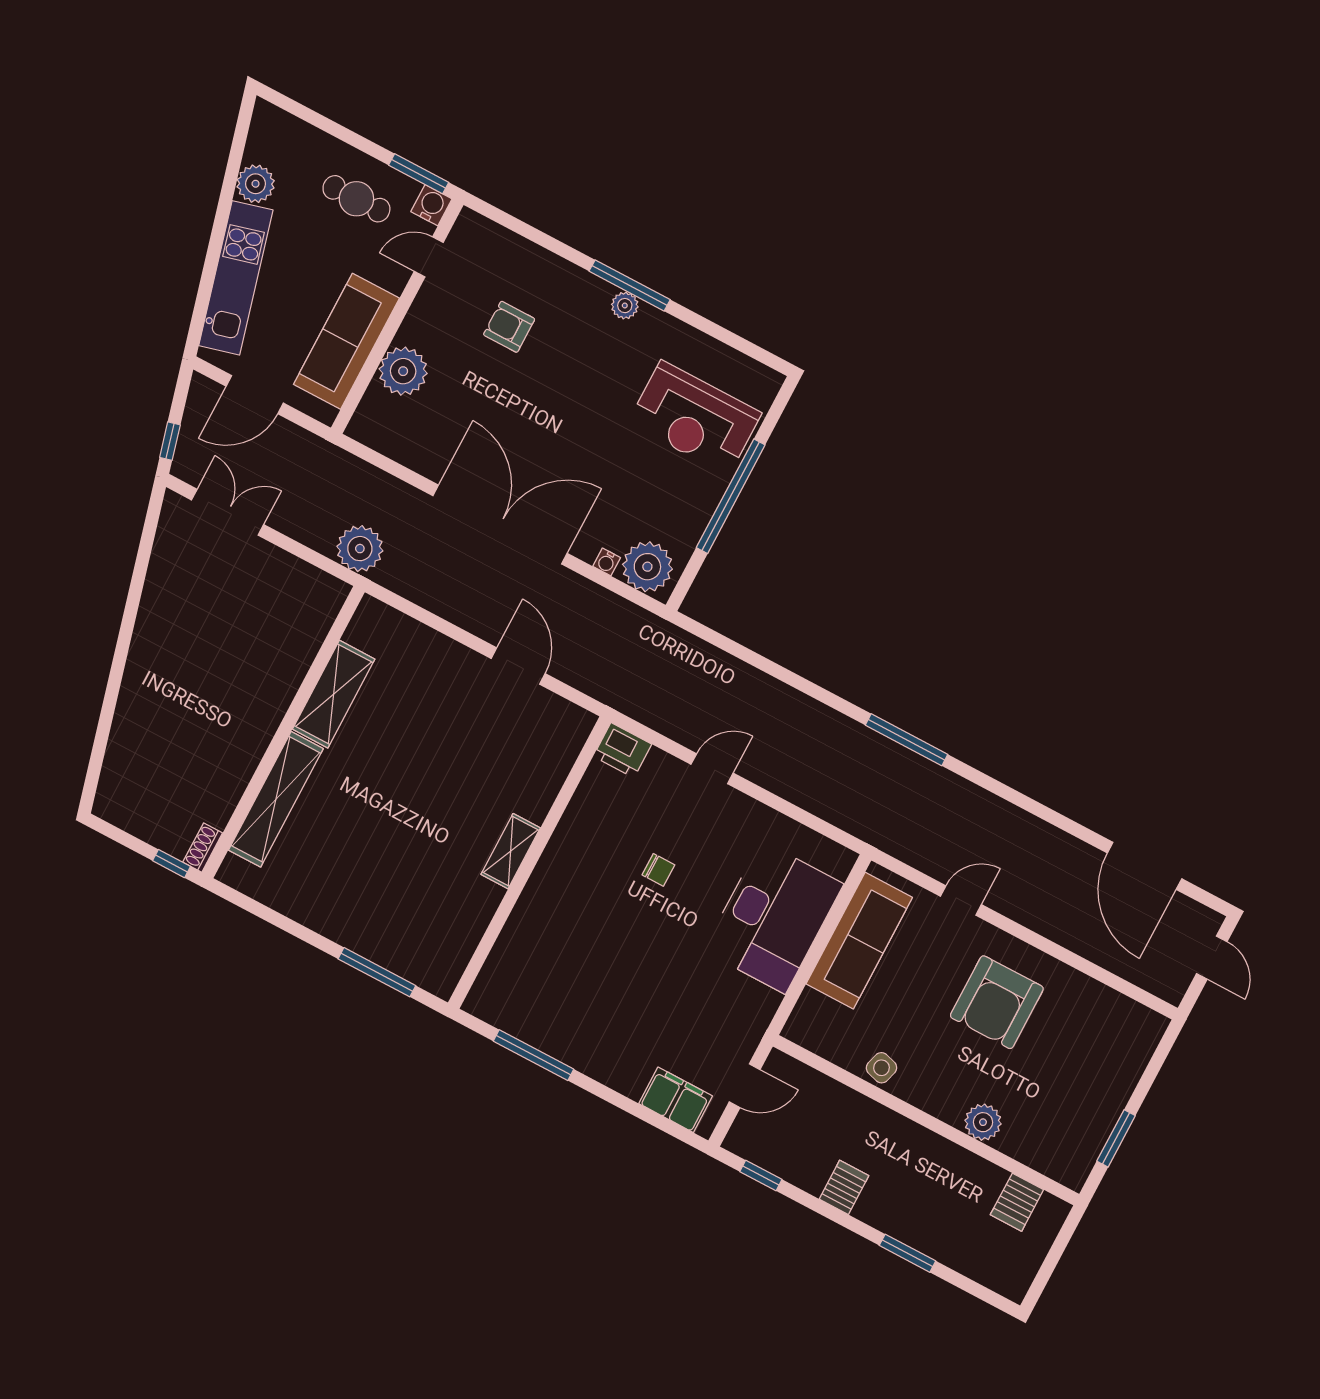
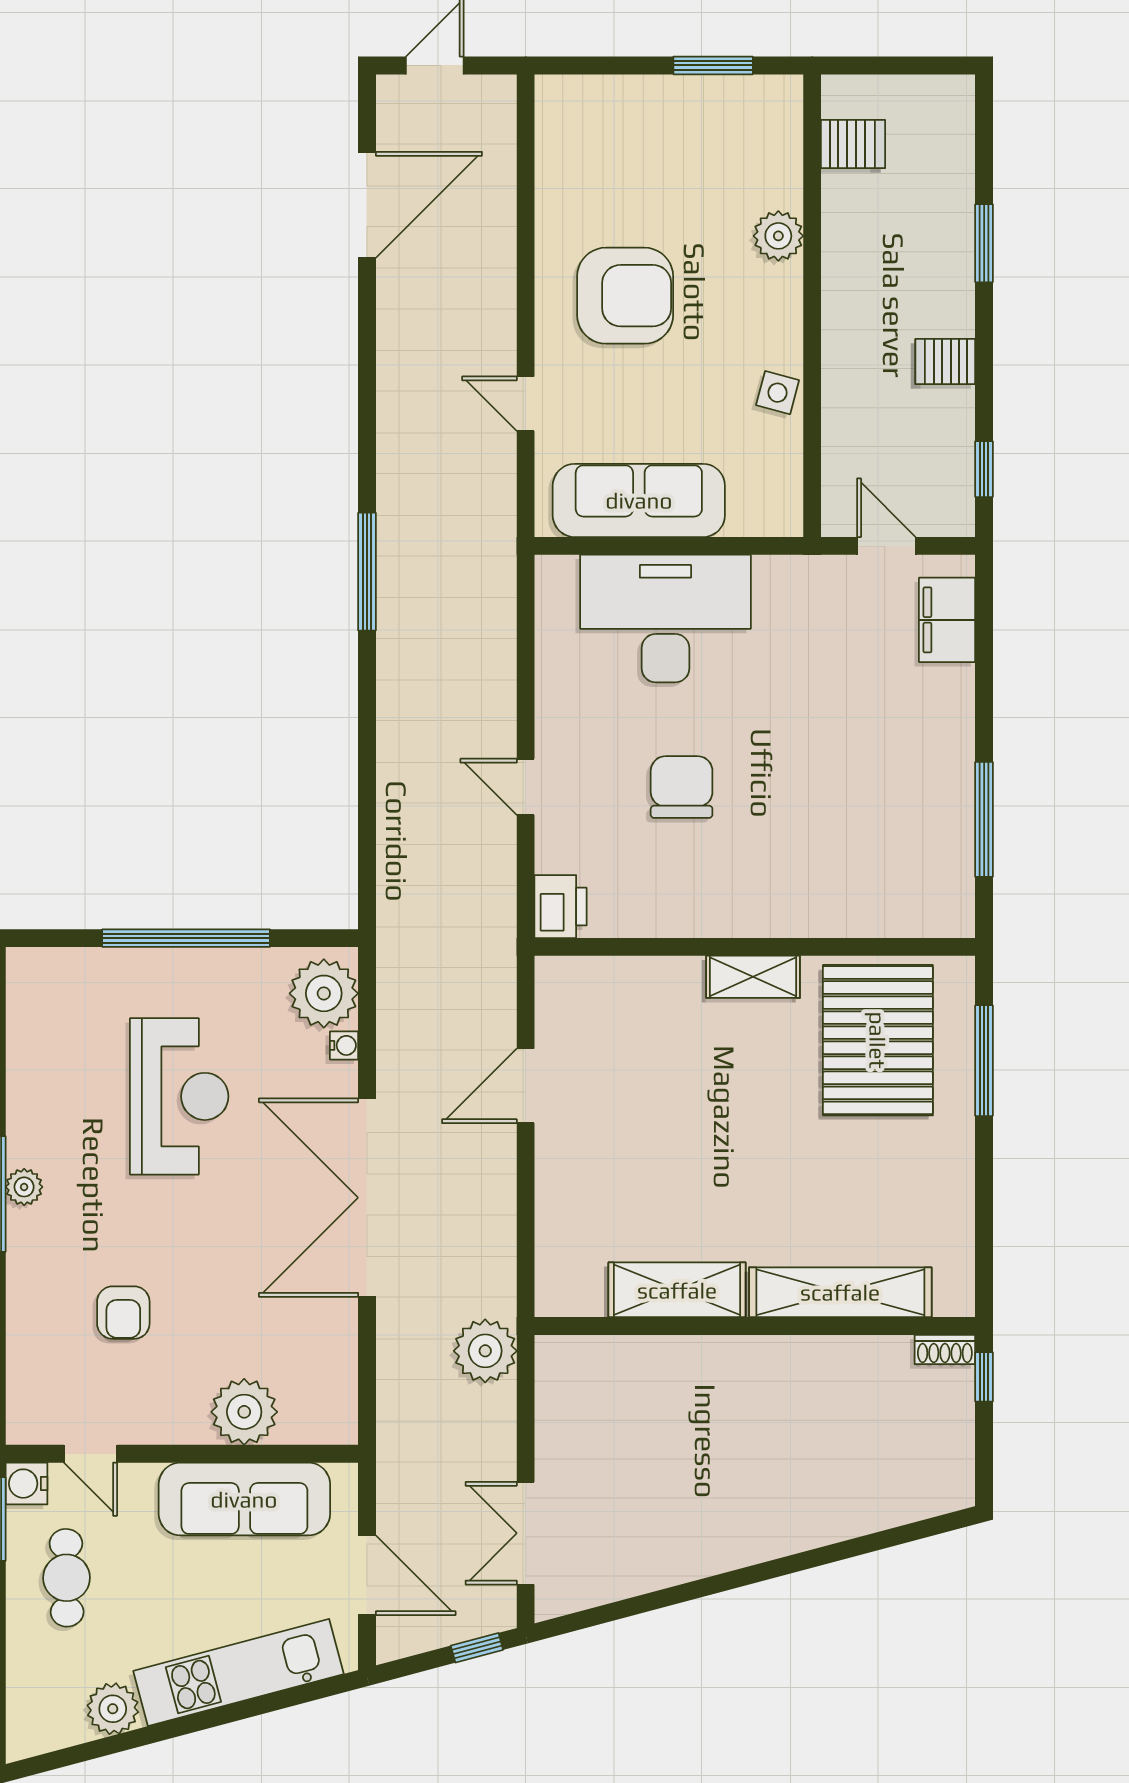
reception desk: (695, 418) -> (179, 1096), moved
chair: (658, 870) -> (682, 787), width x1.87, depth x1.87
pallet: (427, 910) -> (878, 1040), added

